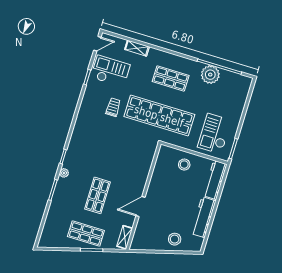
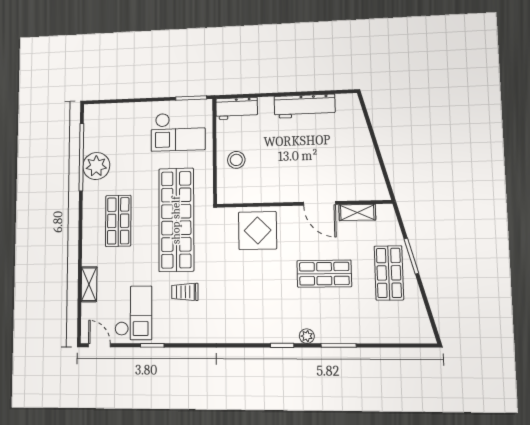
checkout: (110, 71) -> (133, 313), turned 180
display table: (136, 164) -> (258, 230), added
workbench: (215, 180) -> (237, 108), width x0.73
shelving: (125, 237) -> (357, 212), moved
stool: (175, 239) -> (351, 137), removed

